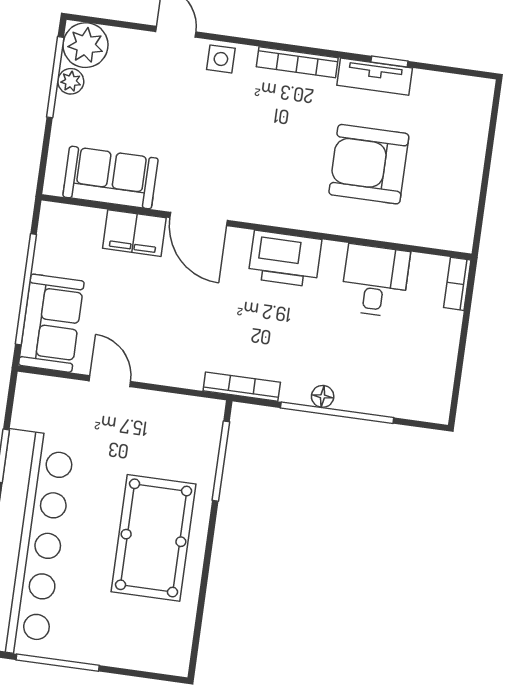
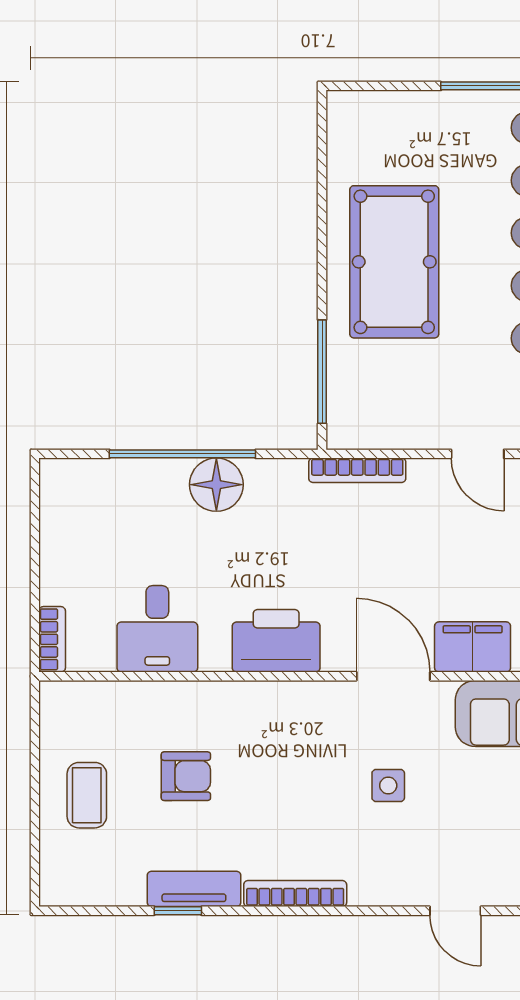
side table: (221, 59) -> (388, 786), moved
coffee table: (447, 160) -> (87, 795), added
armchair: (369, 164) -> (186, 776), width x0.53, depth x0.53
bookcase: (242, 387) -> (357, 470), moved
floor lamp: (323, 396) -> (216, 485), width x1.89, depth x1.89

